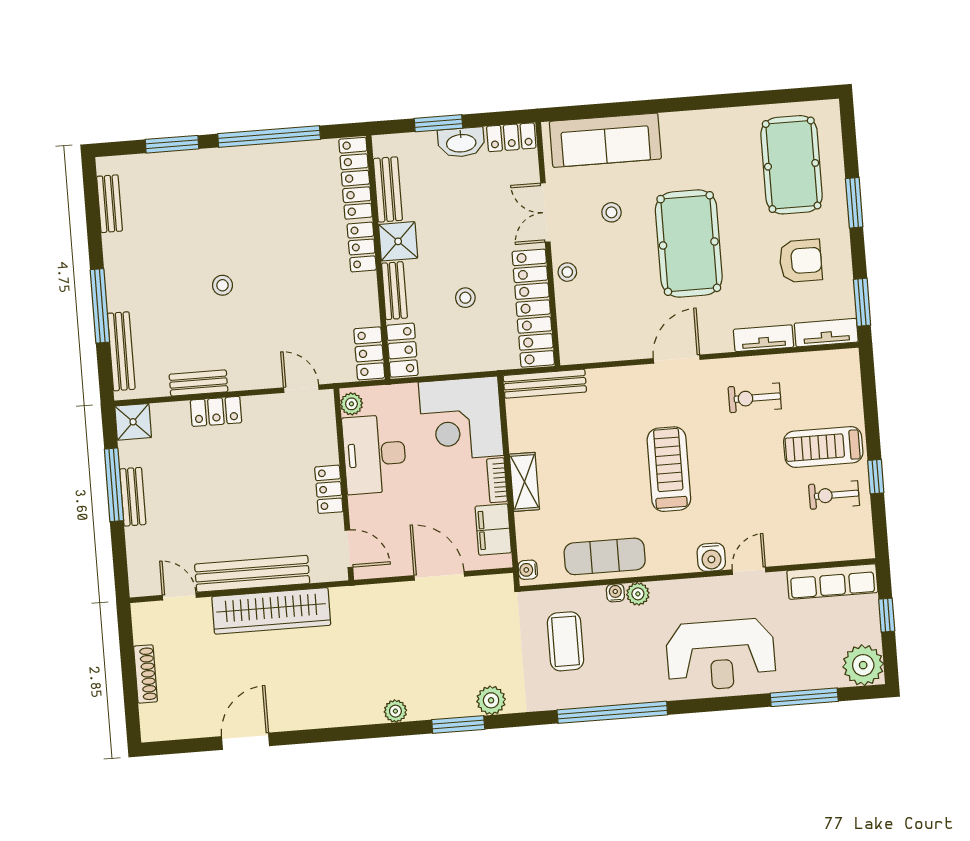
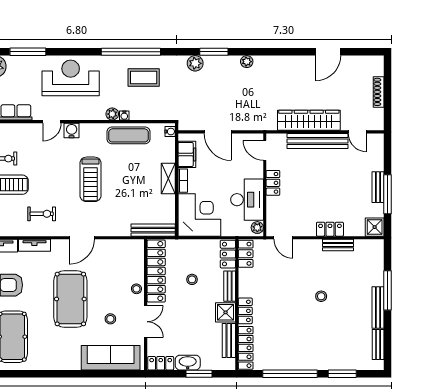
bench: (121, 351) -> (378, 307), moved
coffee table: (565, 641) -> (144, 77), moved, turned 90

